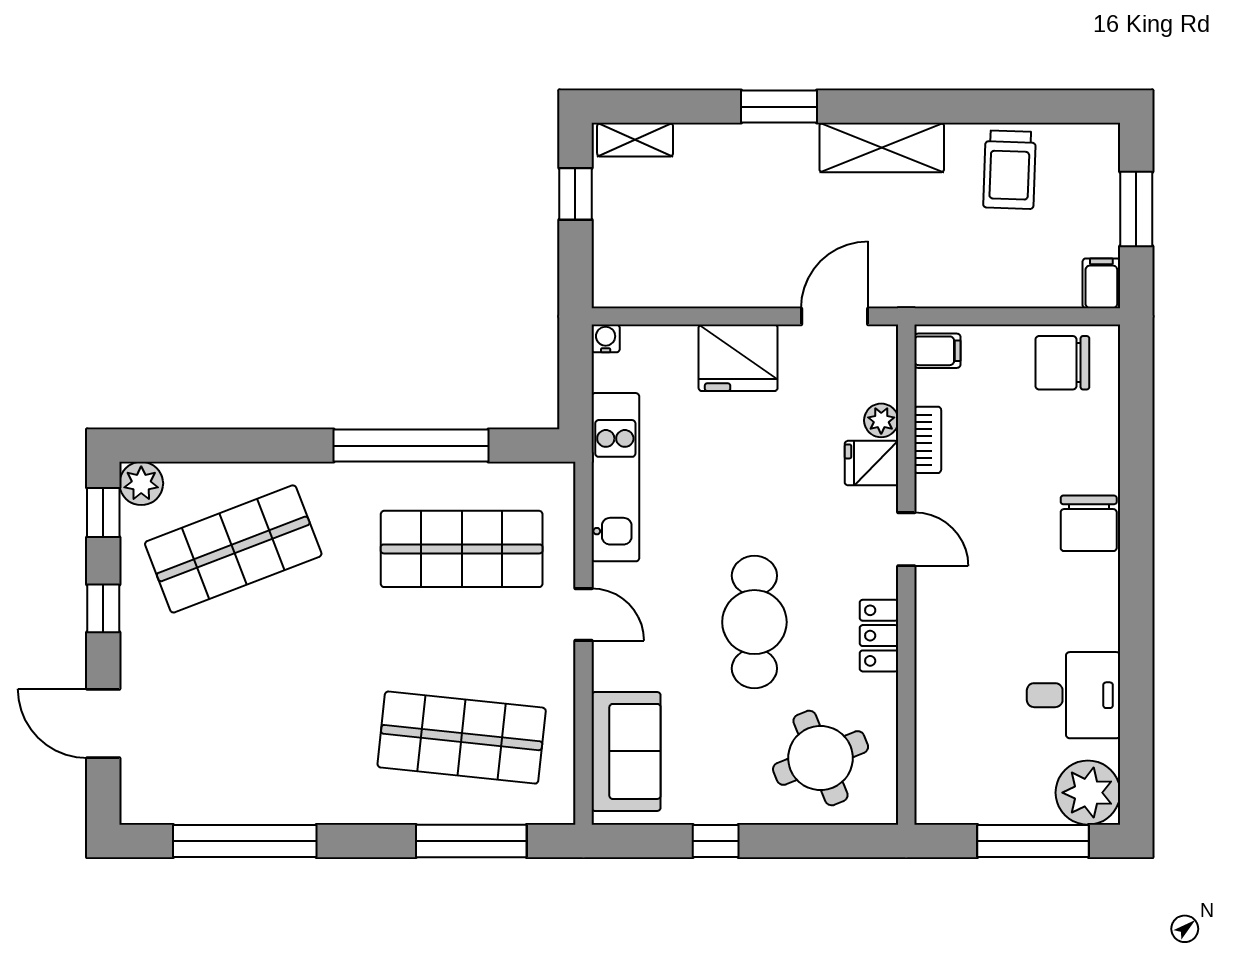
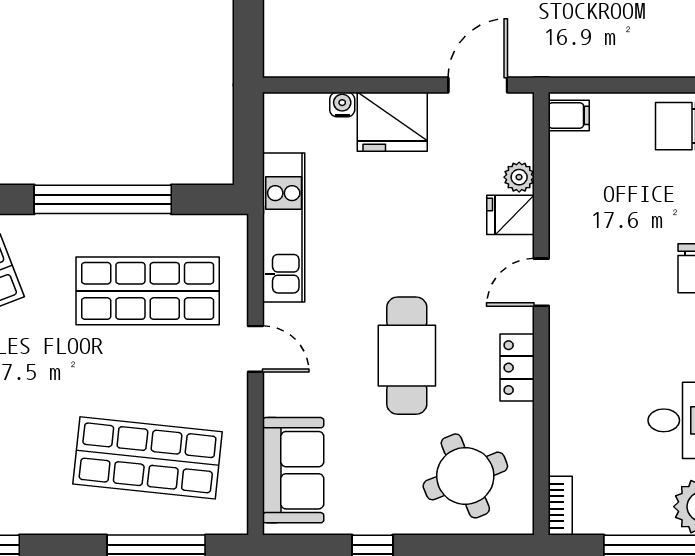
water cooler: (606, 338) -> (342, 105), moved
bookcase: (928, 440) -> (560, 506), moved
door: (906, 539) -> (541, 282), swing flipped

